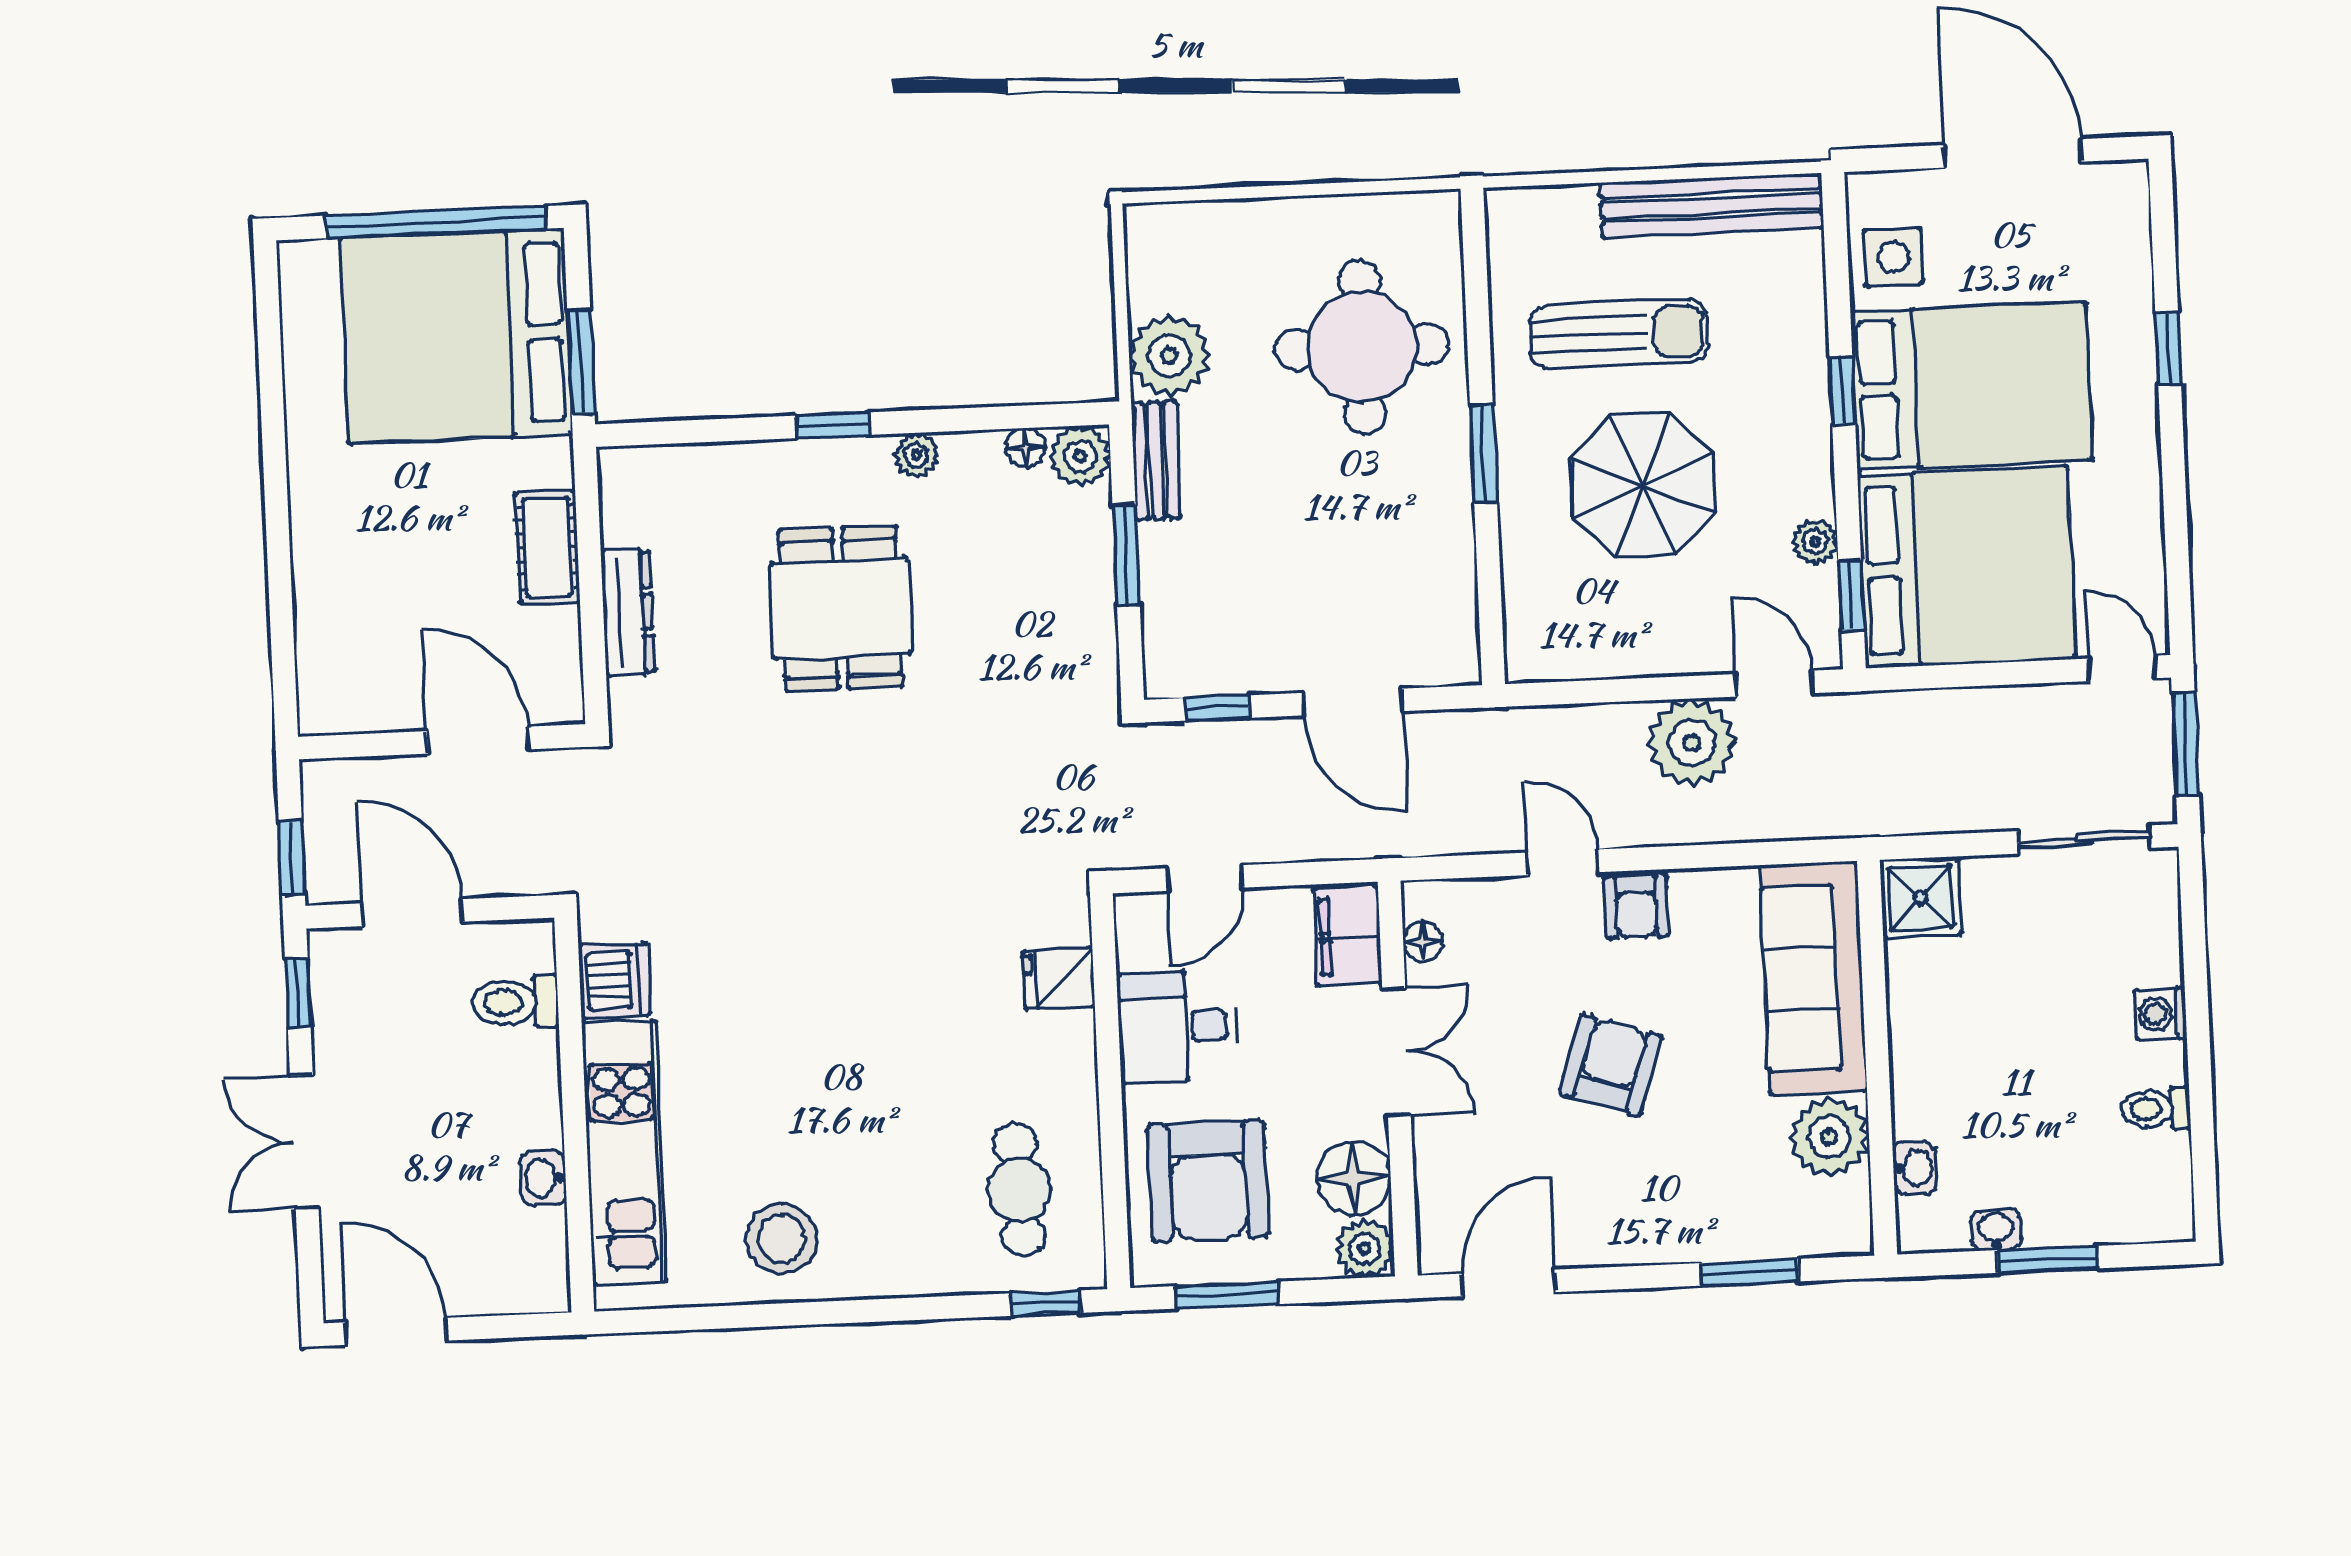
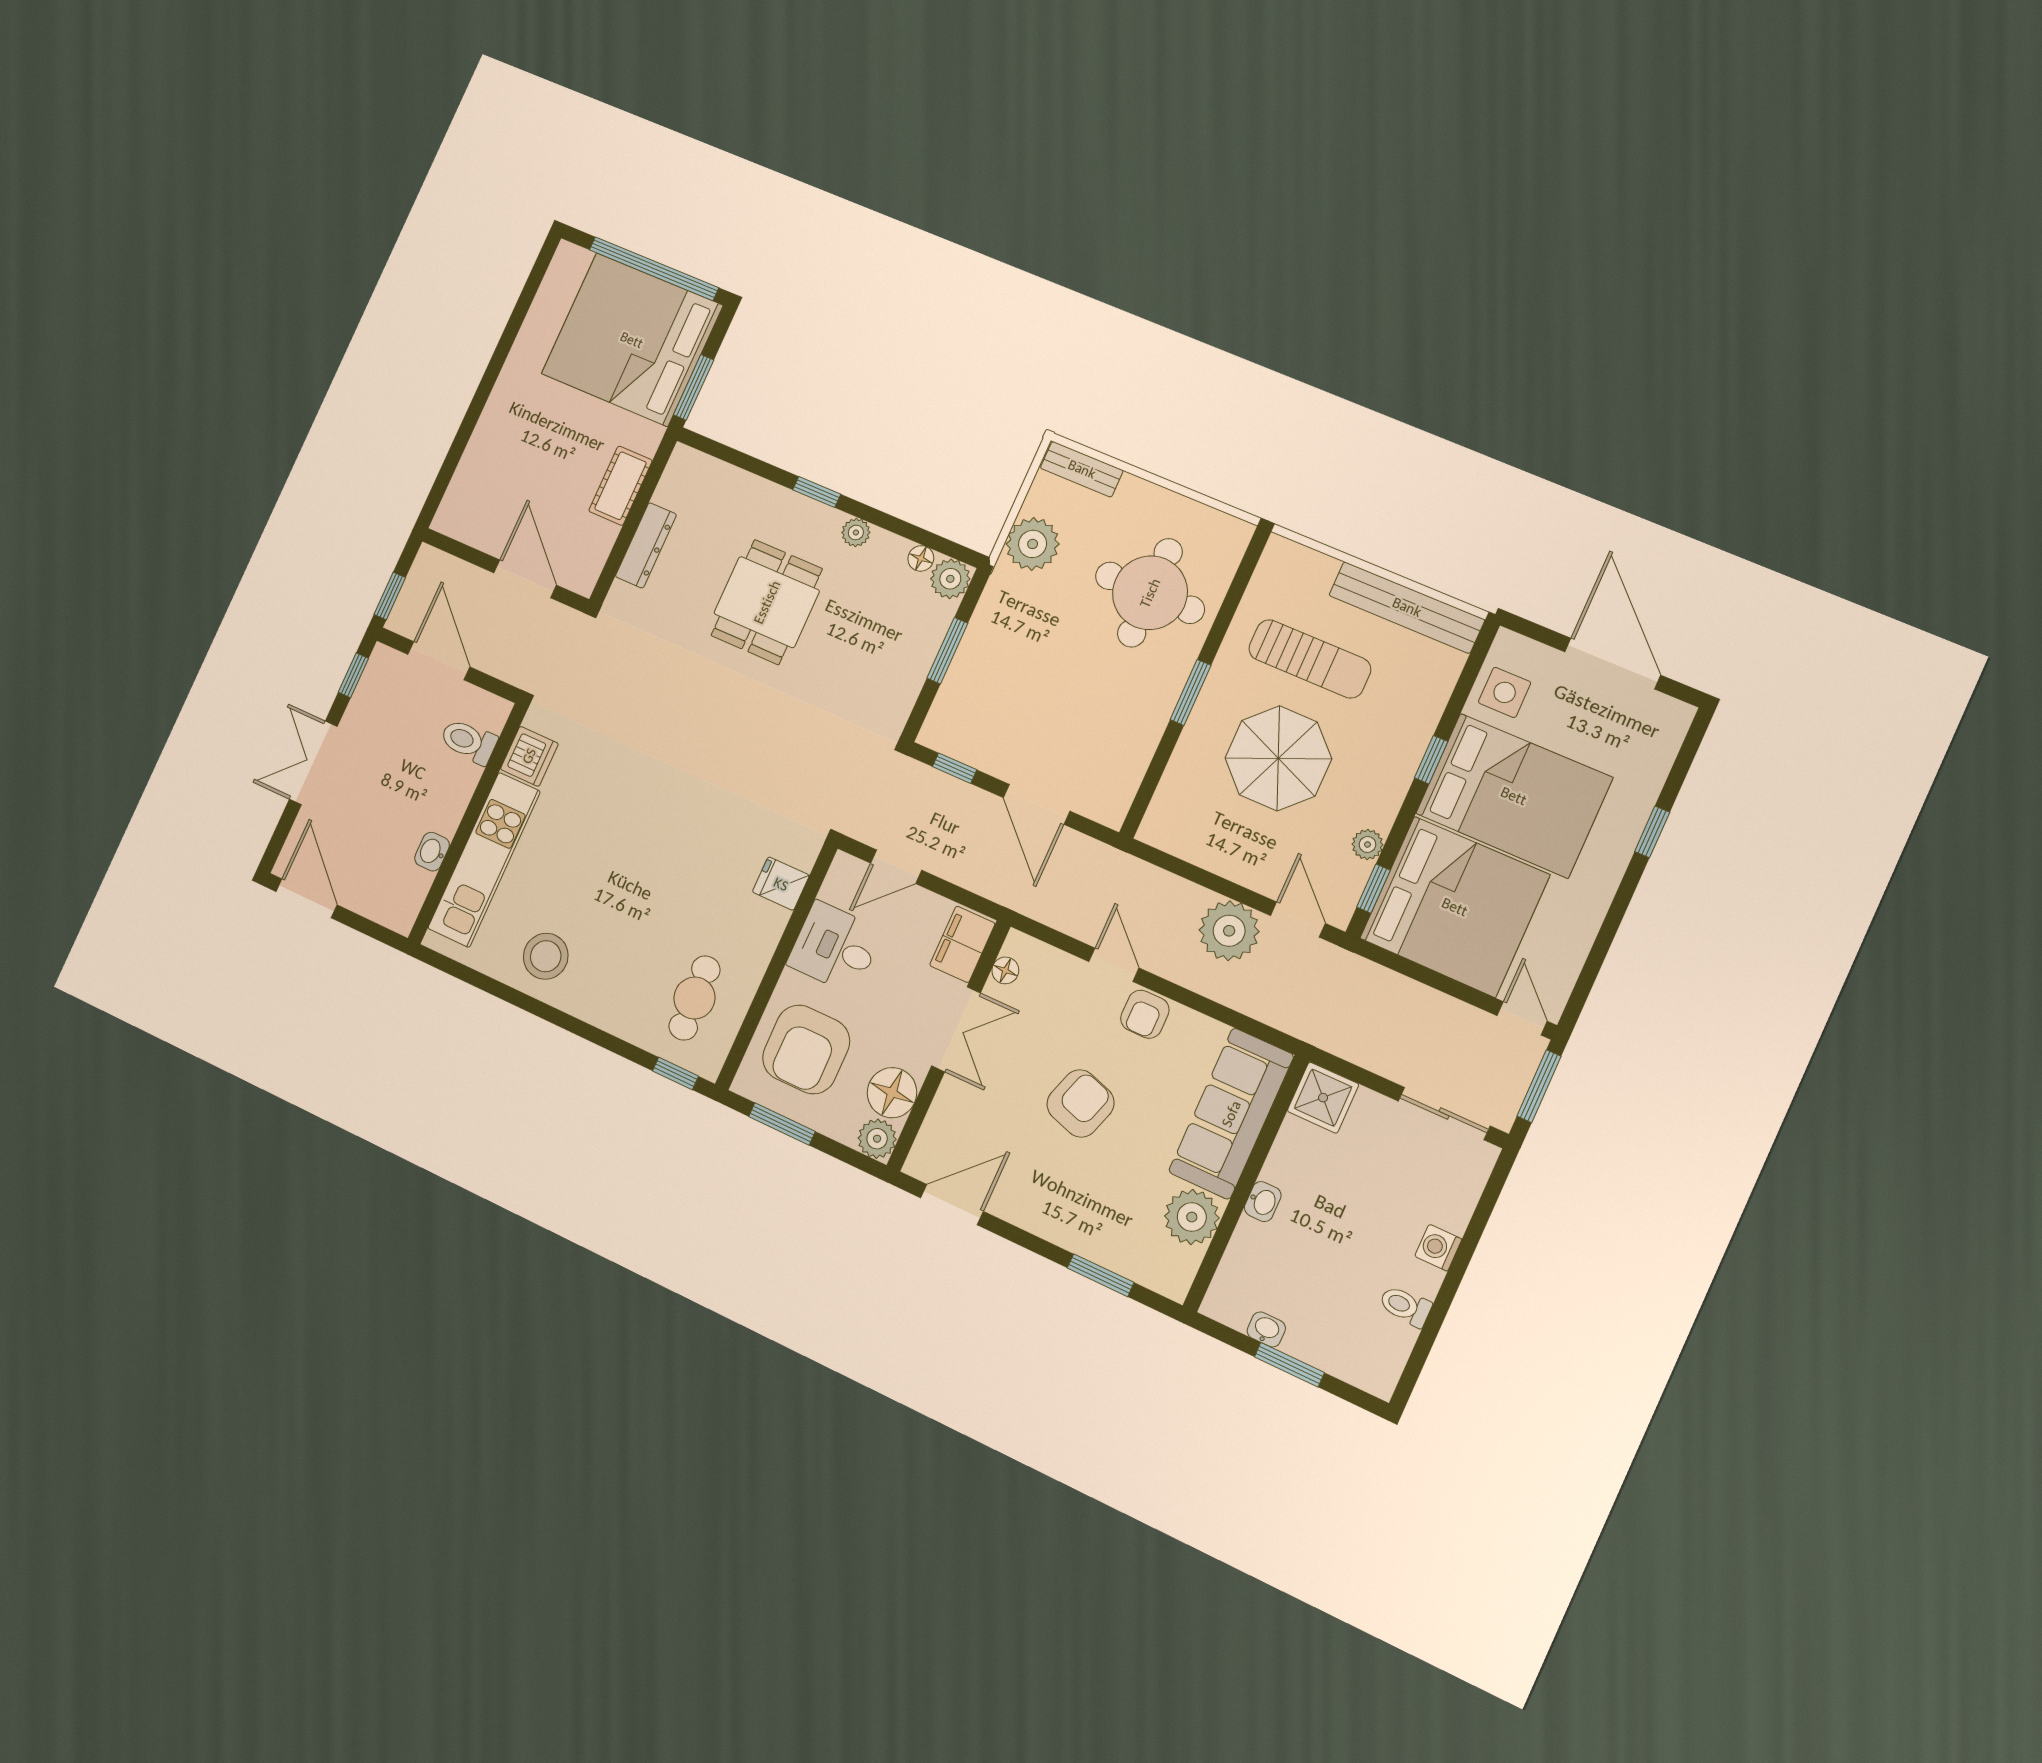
bench: (1156, 460) -> (1082, 469), moved, turned 90
washbasin: (1915, 1168) -> (1263, 1202), moved

